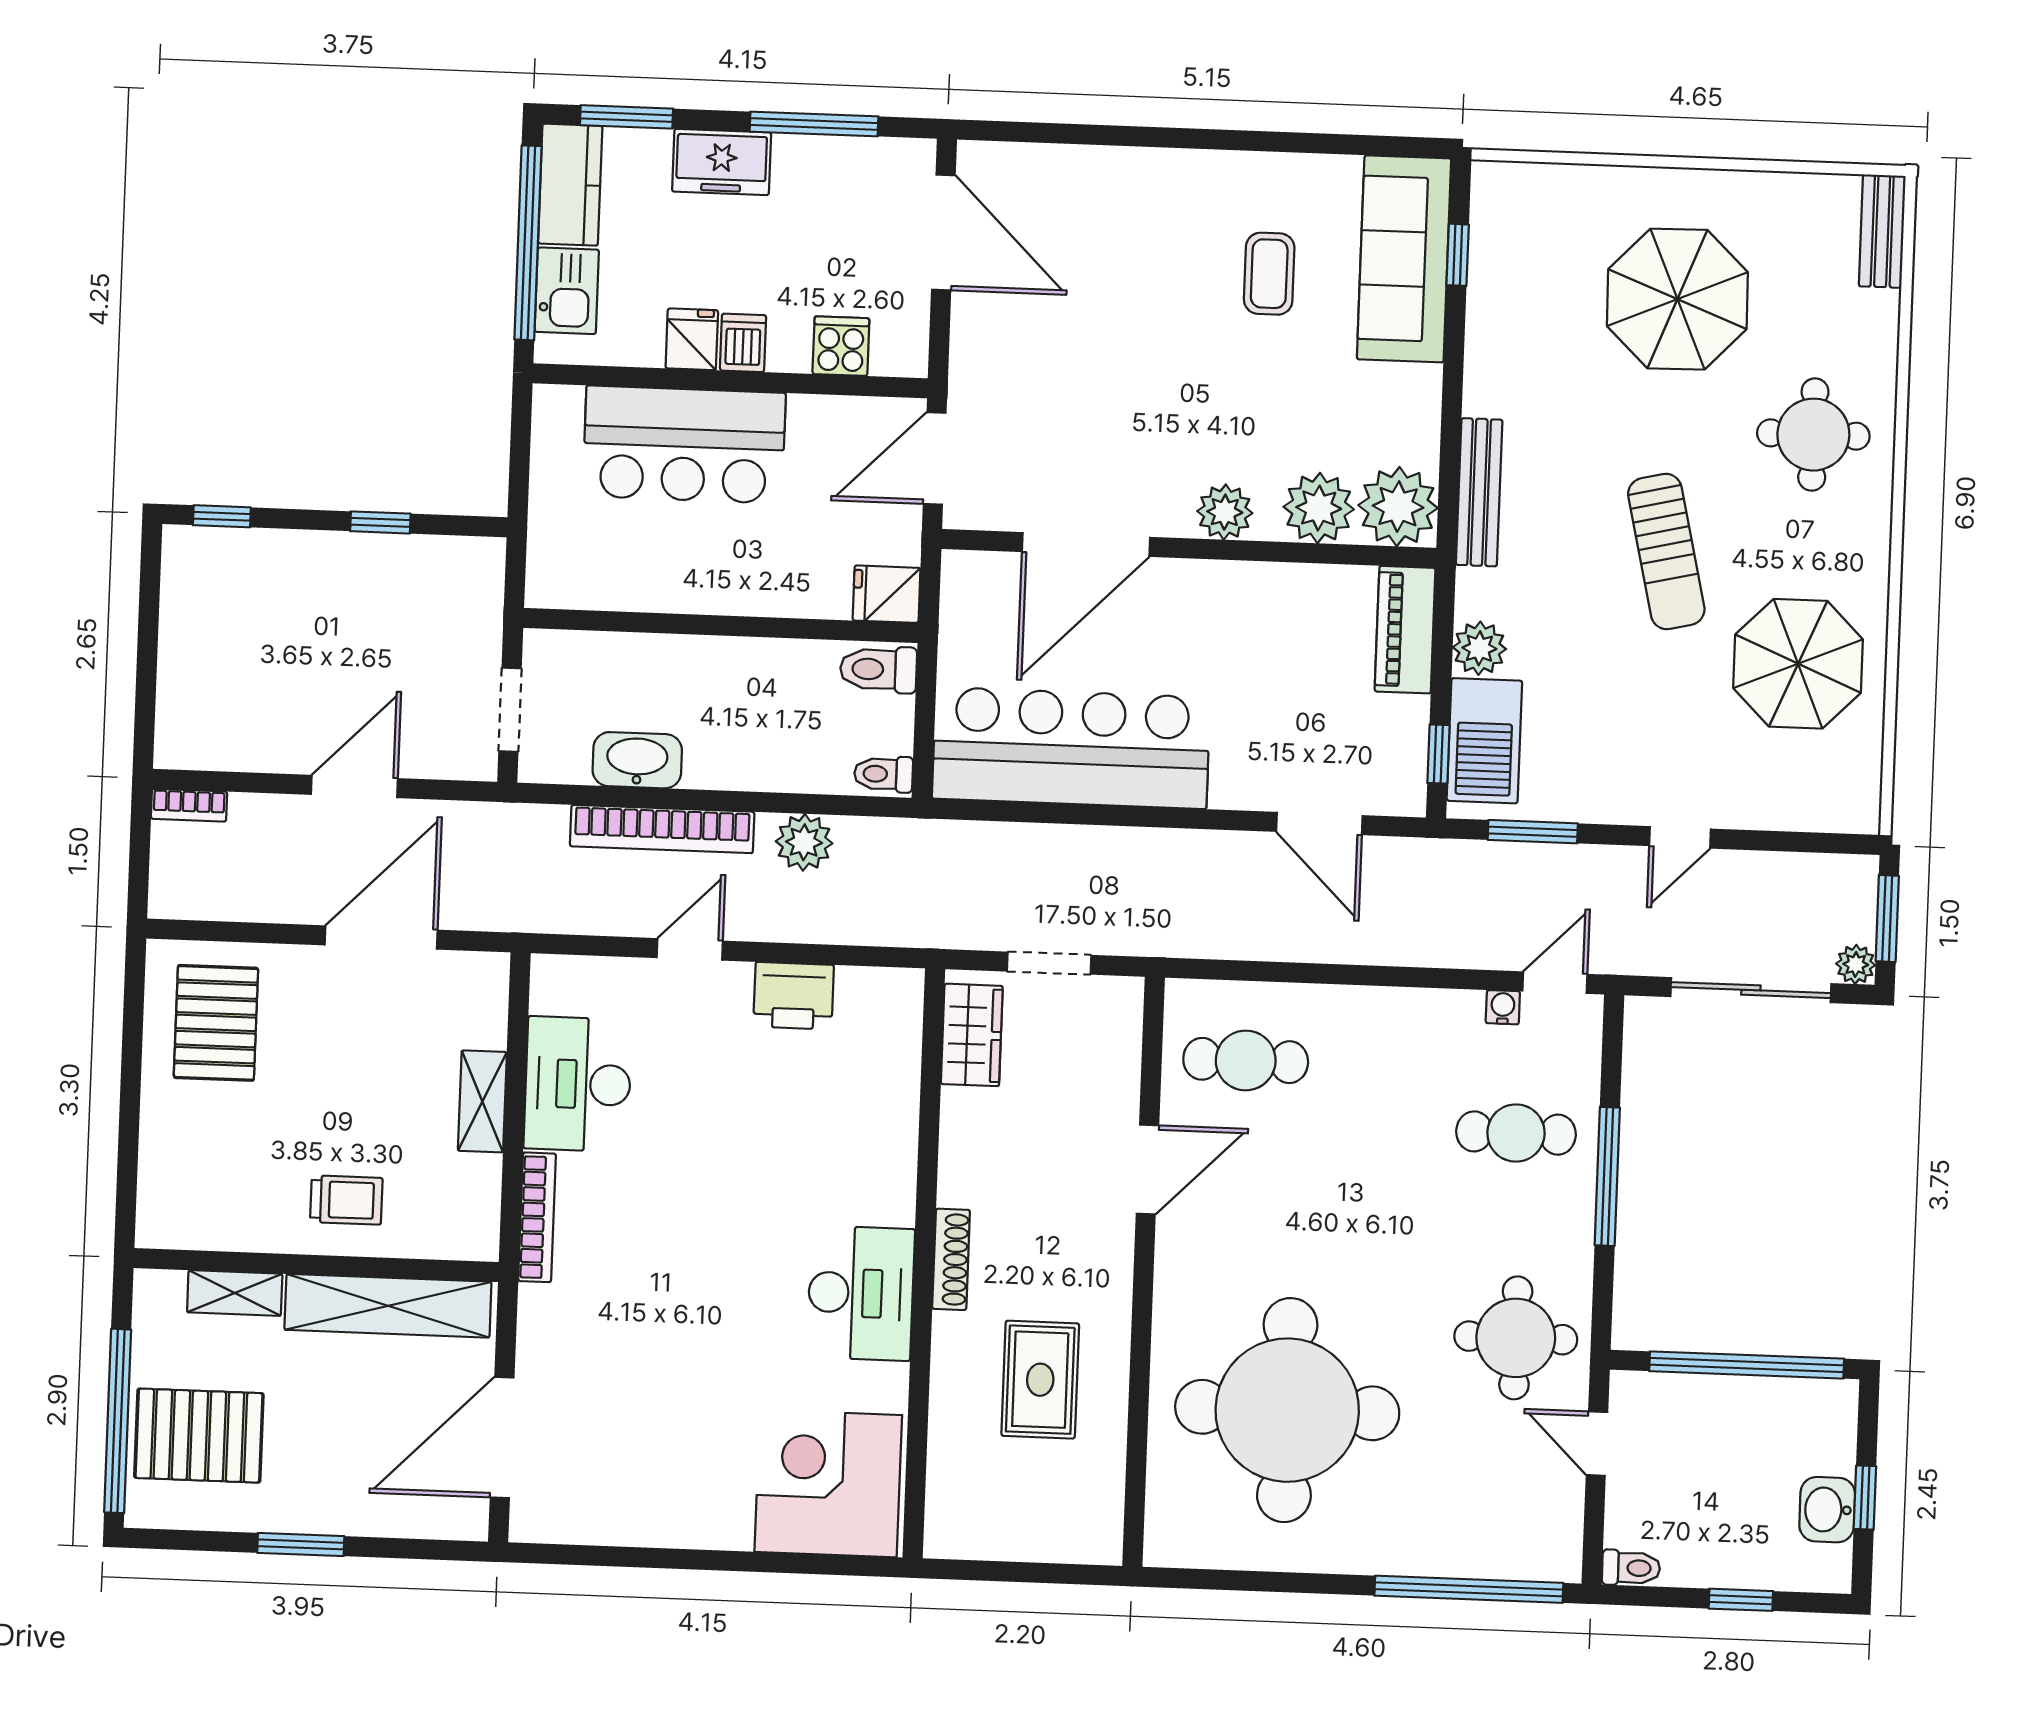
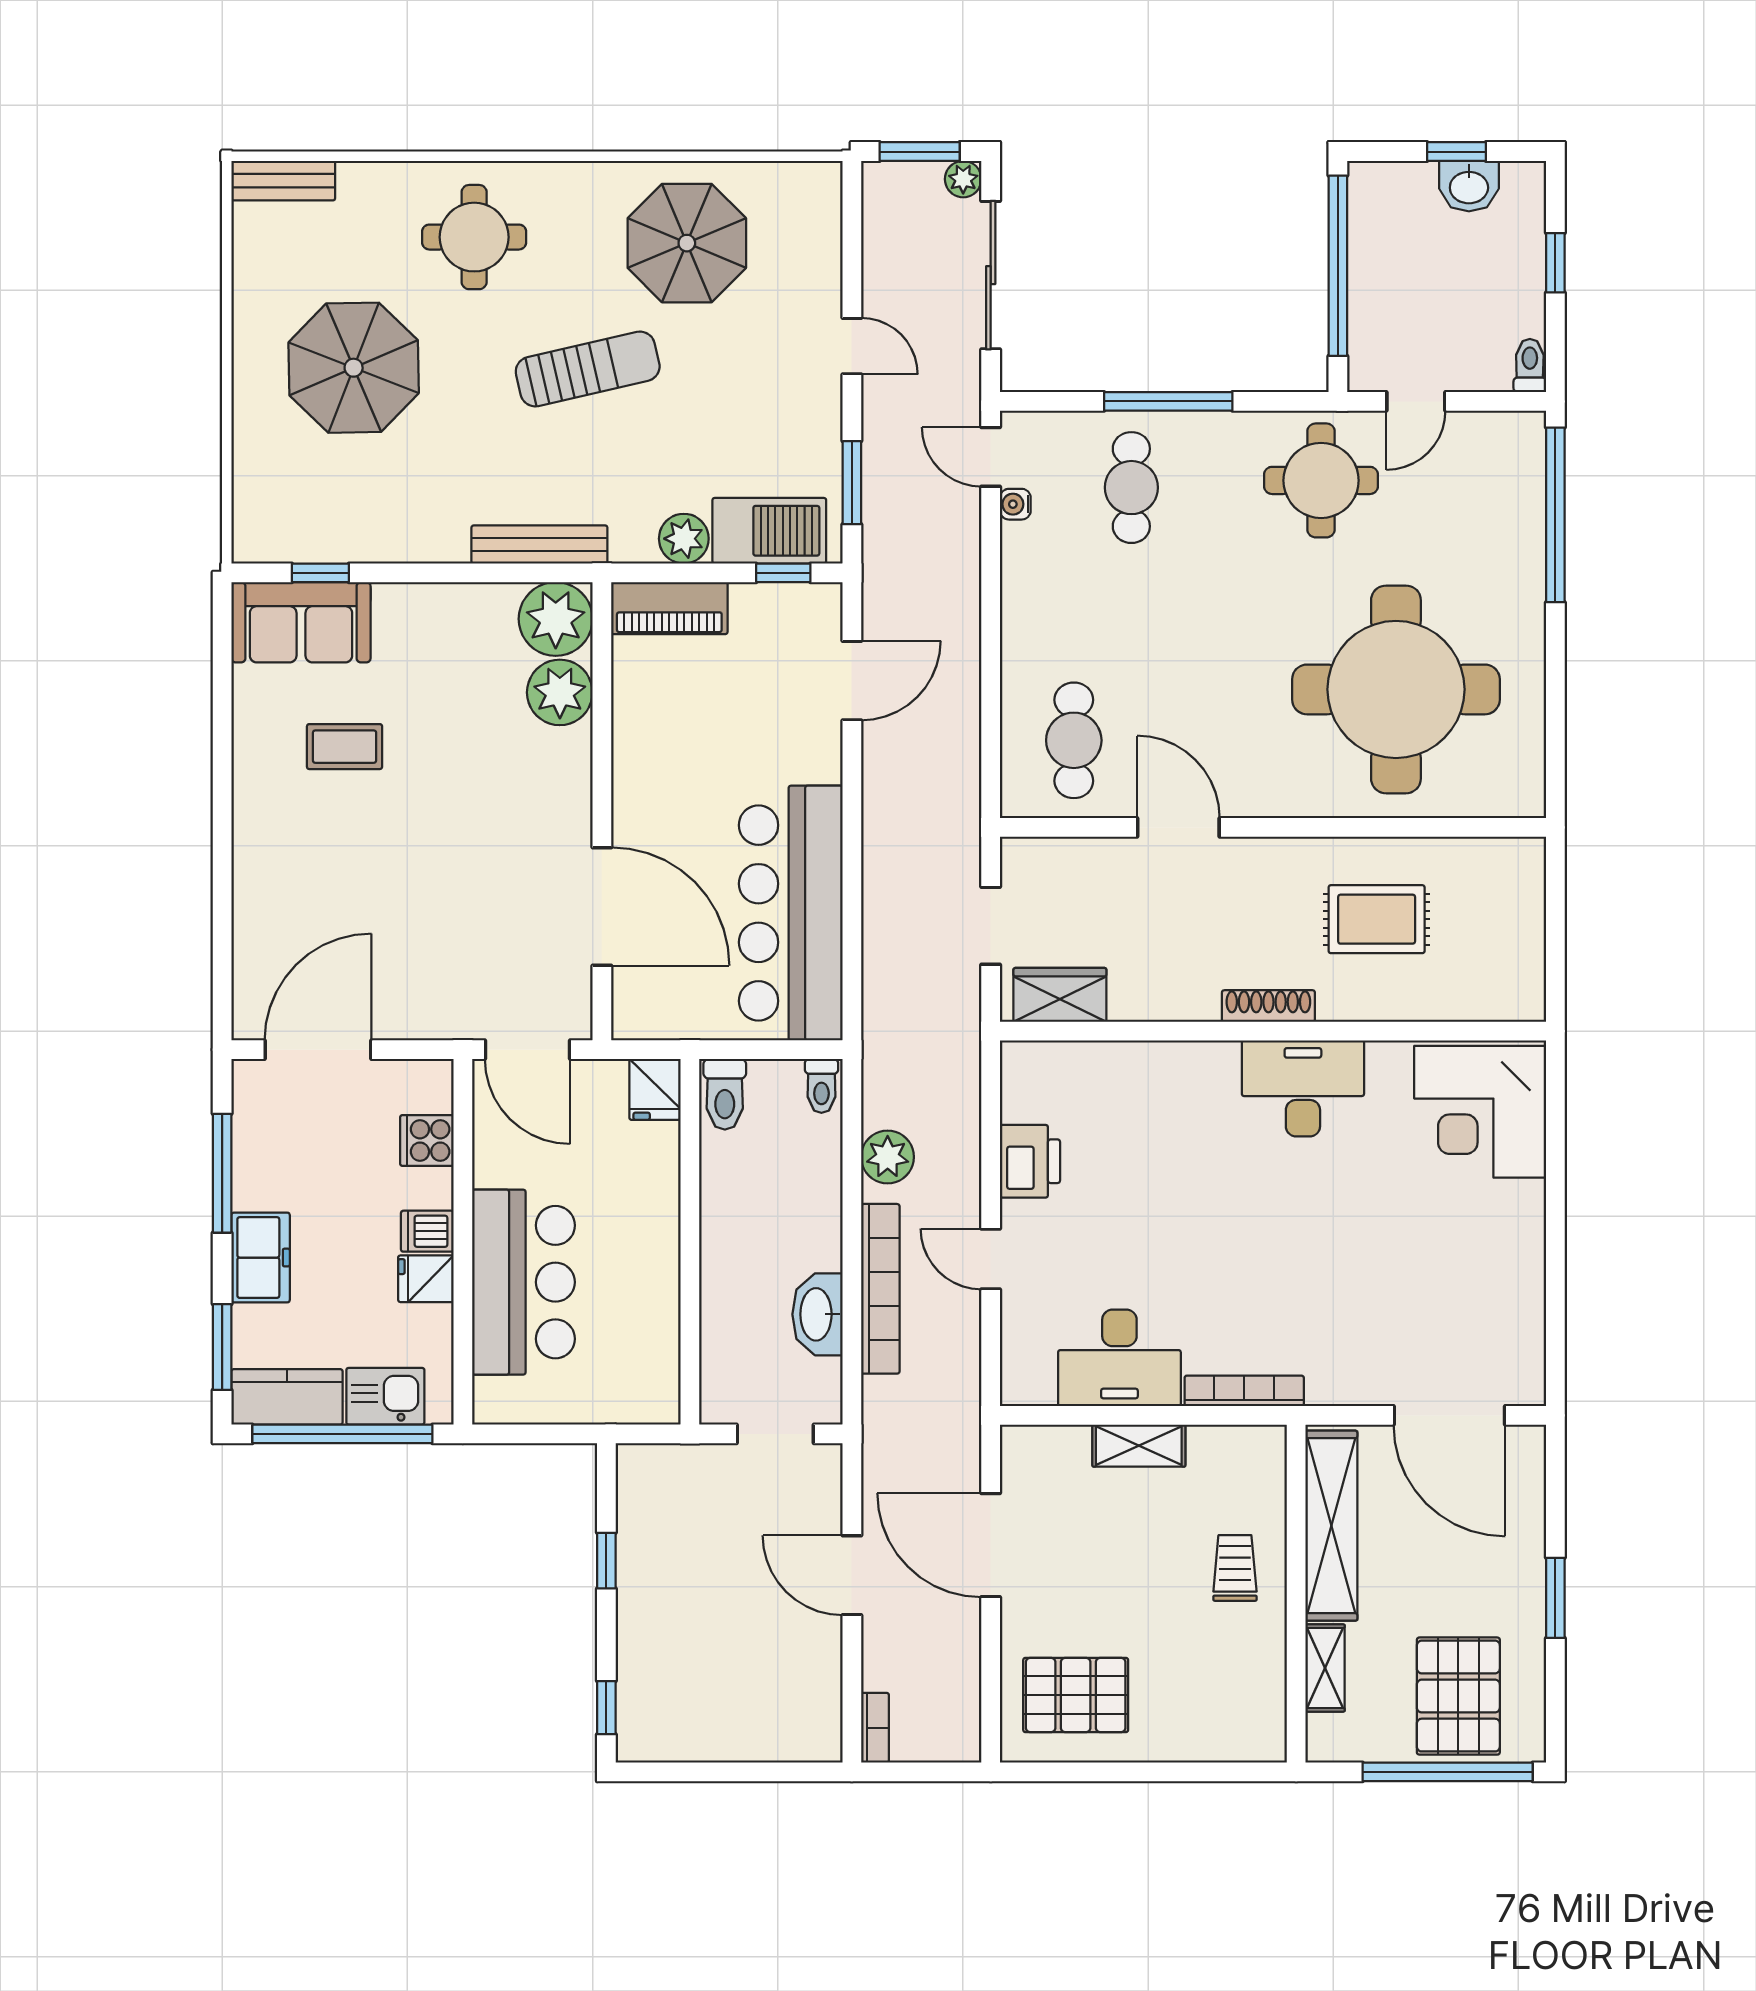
sofa: (1404, 259) -> (301, 622), width x0.73
plant: (1225, 512) -> (567, 779), removed

